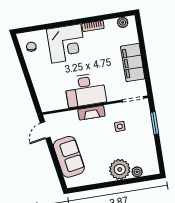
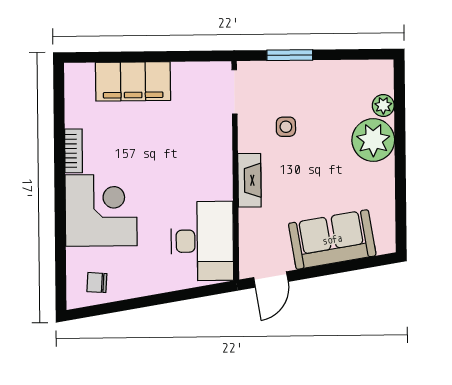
plant: (123, 22) -> (75, 89), removed
filing cabinet: (133, 63) -> (133, 81), moved
desk: (85, 90) -> (202, 241), moved
door: (45, 130) -> (271, 280), hinge flipped

